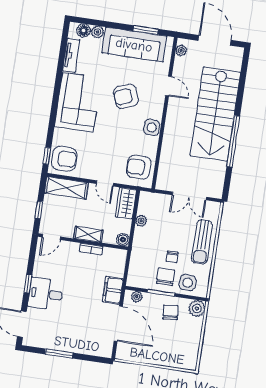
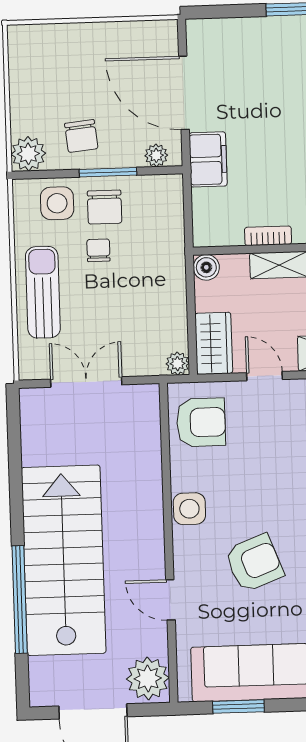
plant: (181, 50) -> (148, 678), width x1.87, depth x1.87
window: (233, 141) -> (20, 599), moved
plant: (141, 221) -> (178, 364), moved

